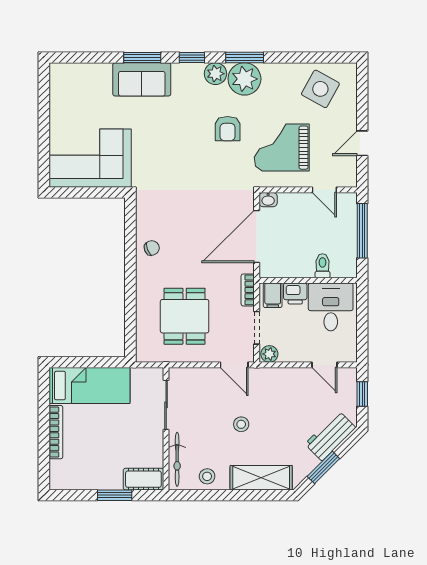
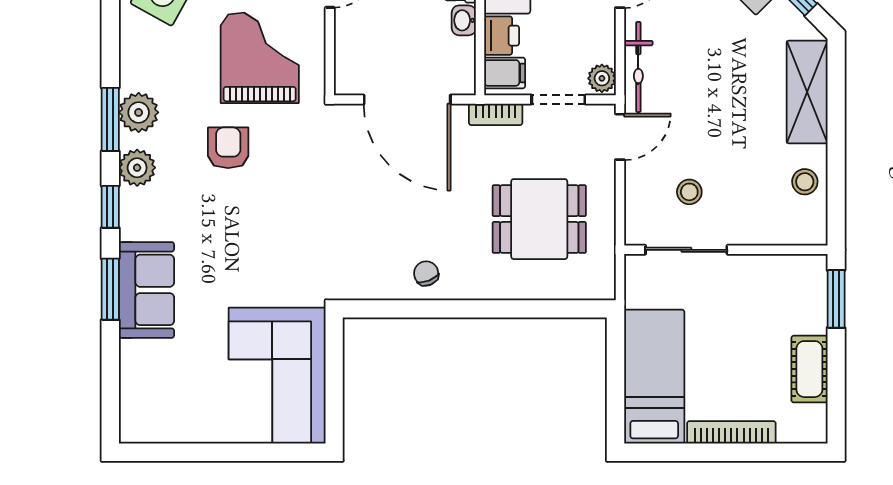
plant: (244, 79) -> (139, 112), width x0.73, depth x0.73
armchair: (228, 129) -> (228, 148), turned -90
grand piano: (282, 148) -> (260, 58), turned 180
washbasin: (268, 200) -> (464, 20), moved, turned 180
stool: (241, 424) -> (689, 192), moved
bicycle: (177, 459) -> (638, 67), moved, turned 90
cot: (143, 479) -> (809, 369), moved
window: (115, 495) -> (836, 299), moved

